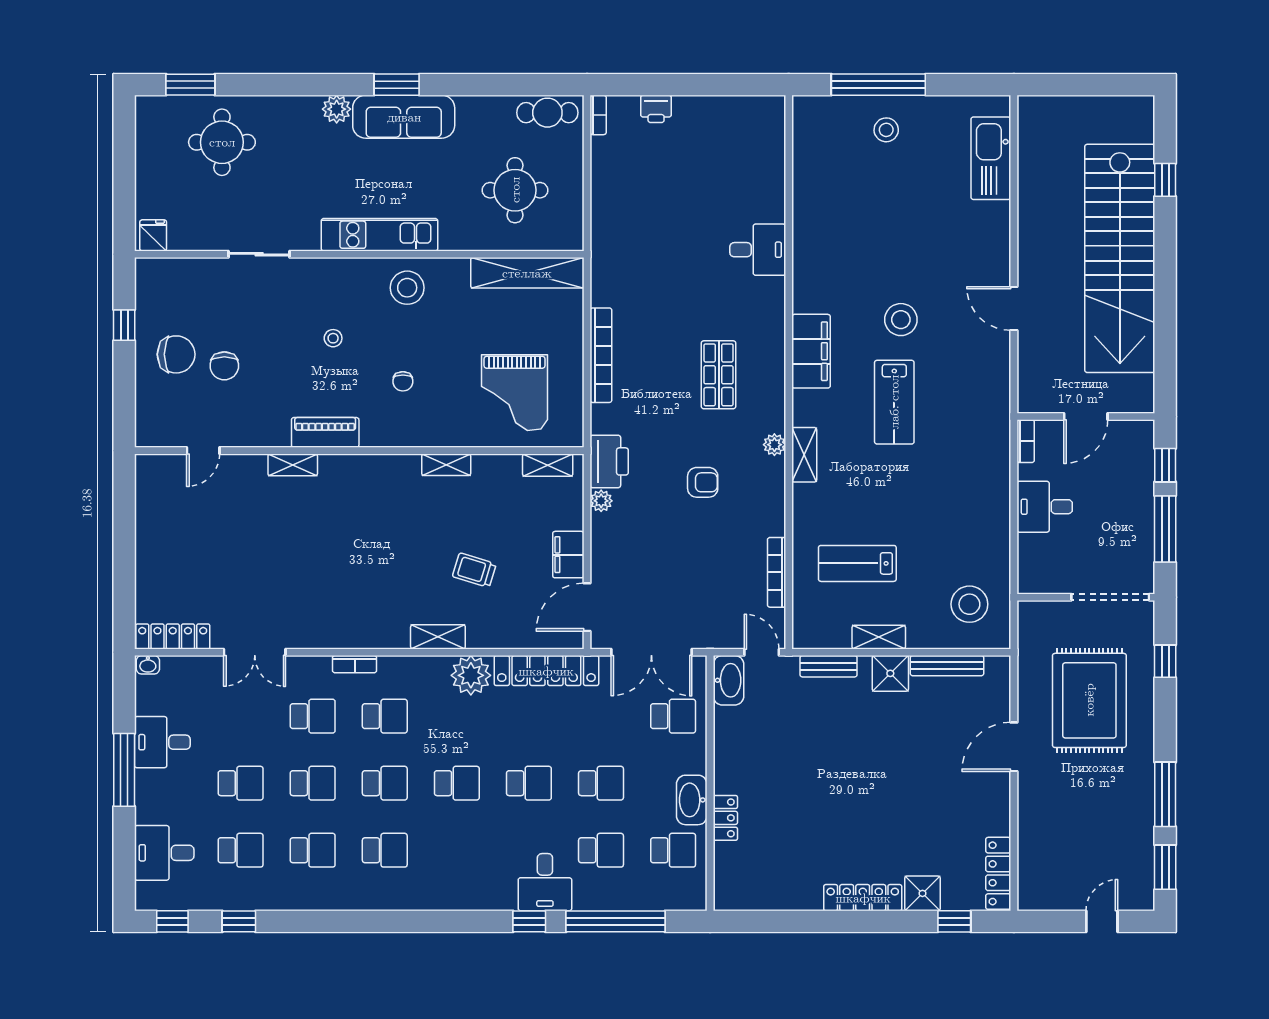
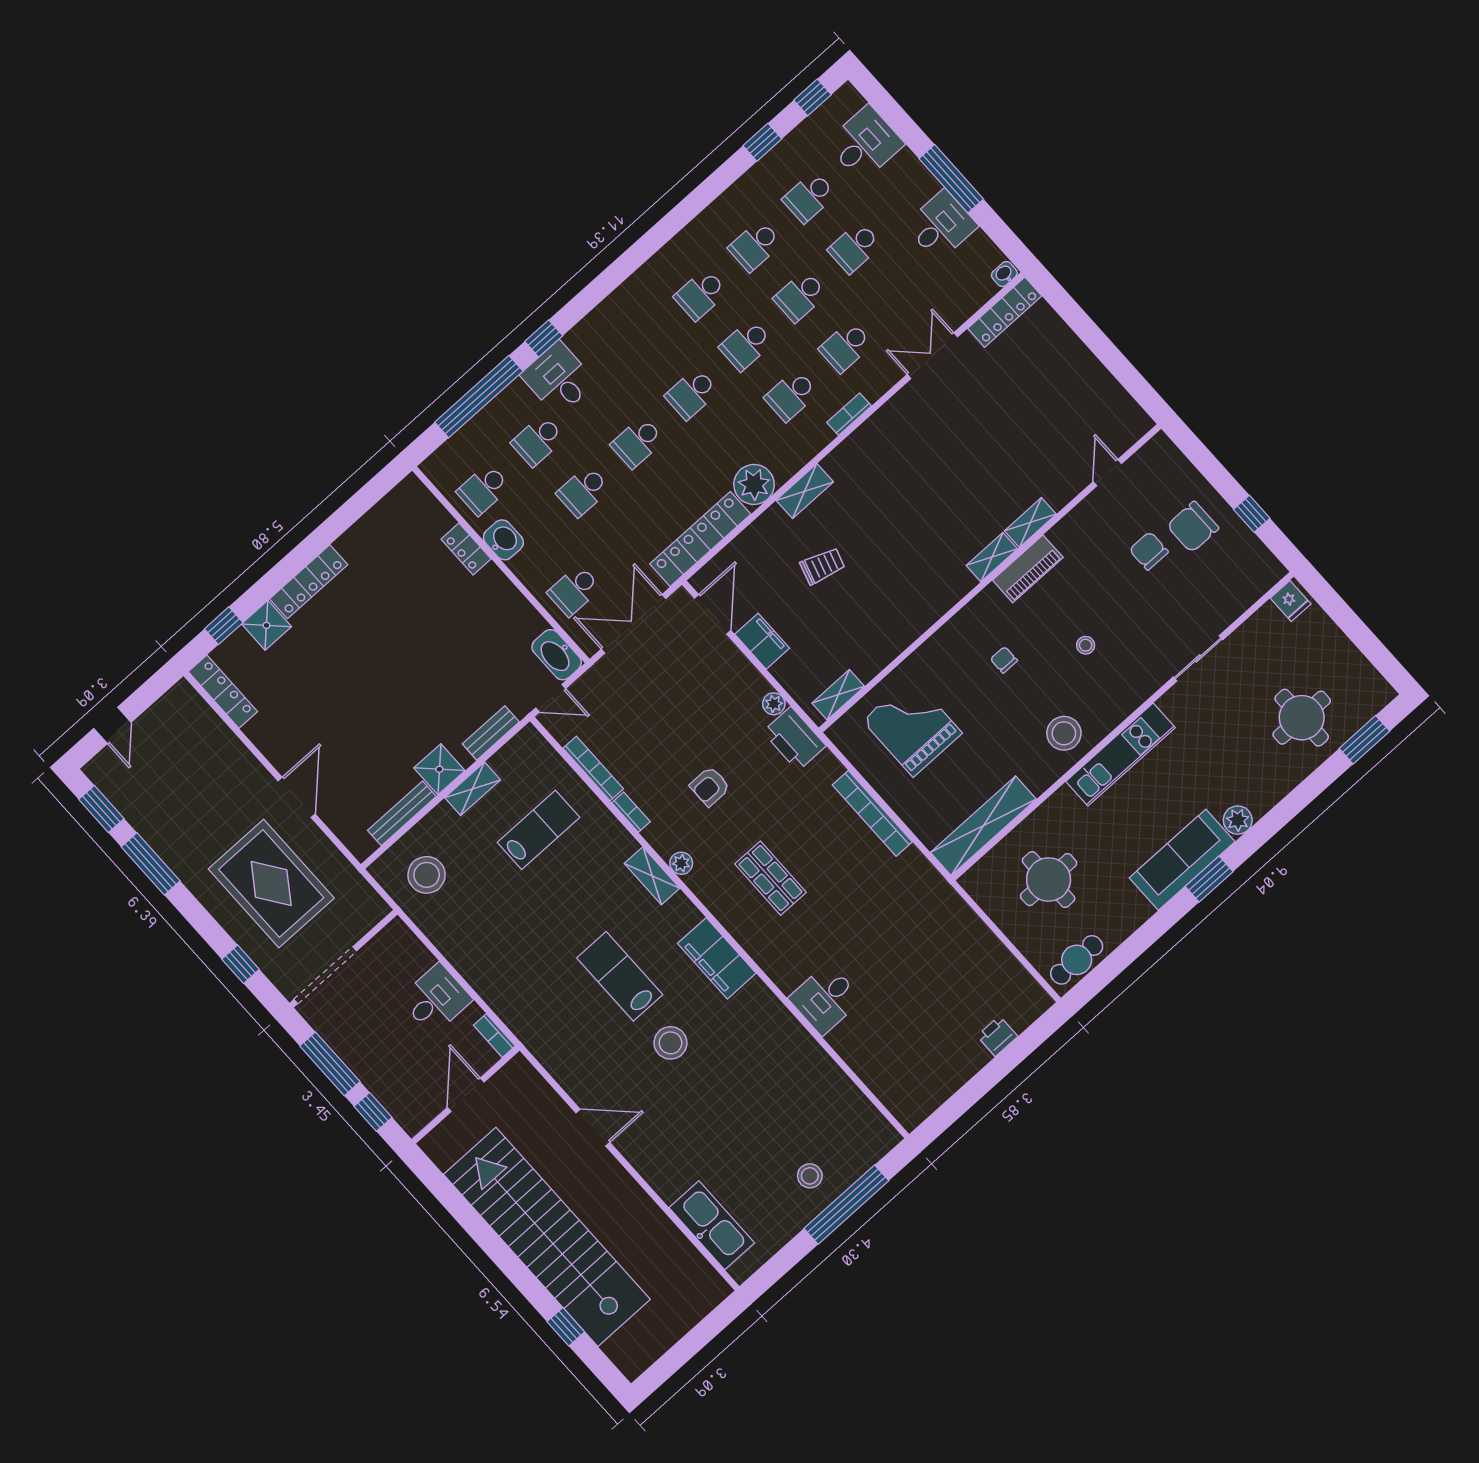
bookcase: (598, 115) -> (631, 812), moved, turned 180
shelving: (446, 465) -> (992, 557), moved
washbasin: (692, 800) -> (503, 540), width x0.72

